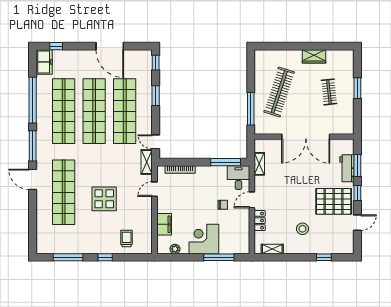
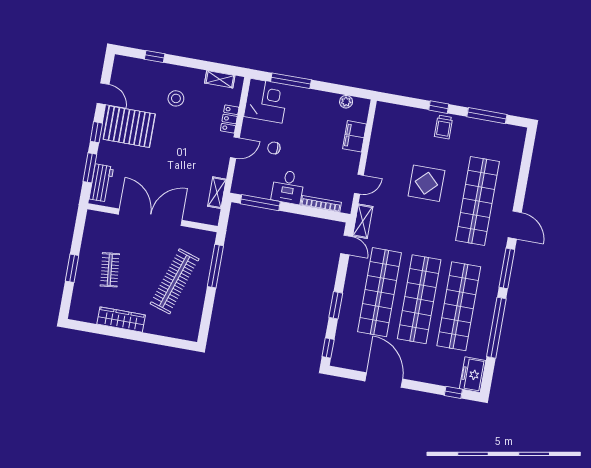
wardrobe: (314, 56) -> (121, 320), width x1.50
workbench: (347, 168) -> (101, 183), moved
desk: (238, 178) -> (288, 187), moved
door: (357, 223) -> (103, 94), swing flipped
trolley: (127, 239) -> (444, 127), moved
corner desk: (204, 239) -> (266, 101), moved, turned -90

